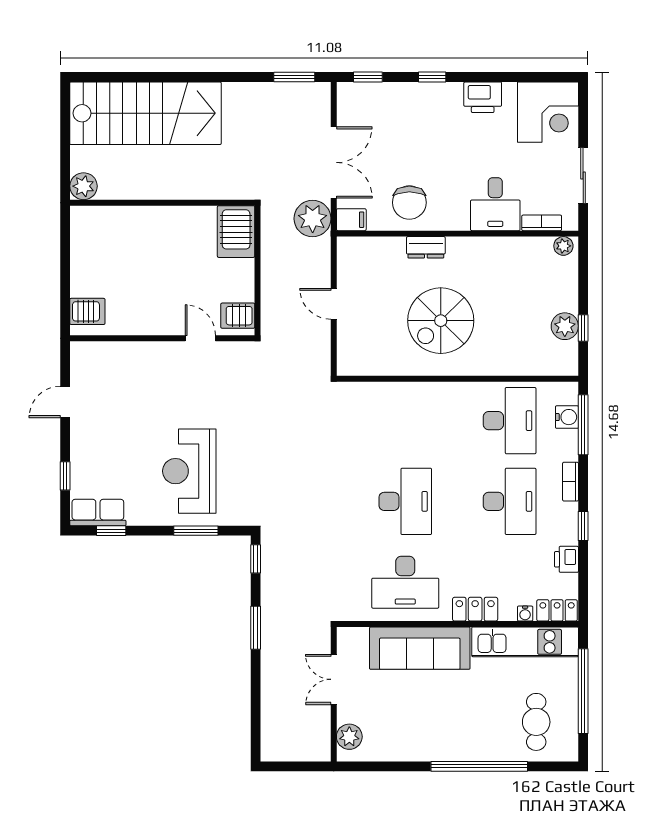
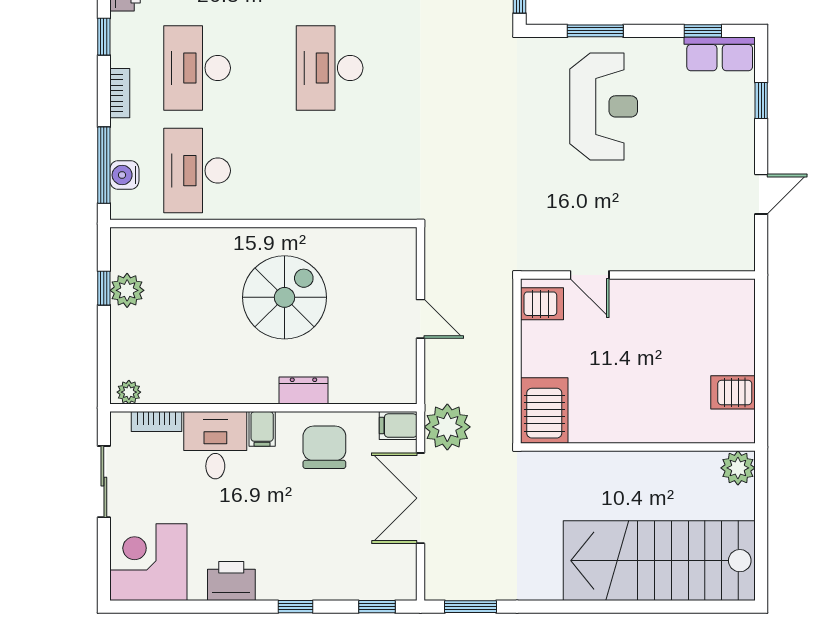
filing cabinet: (458, 217) -> (262, 429), added
server rack: (87, 311) -> (733, 392), moved

